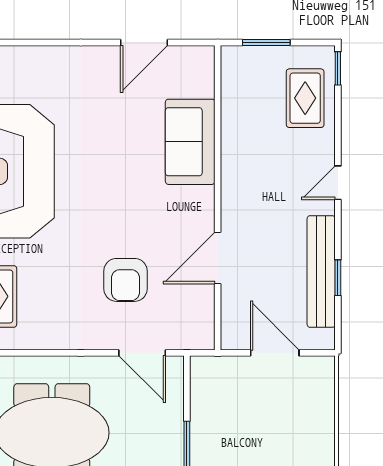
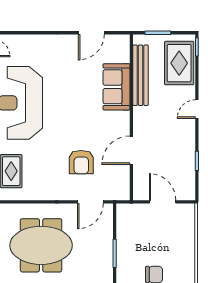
rug: (305, 98) -> (179, 63), width x1.36, depth x1.43
bench: (321, 272) -> (141, 75), moved
door: (142, 353) -> (90, 202), hinge flipped

